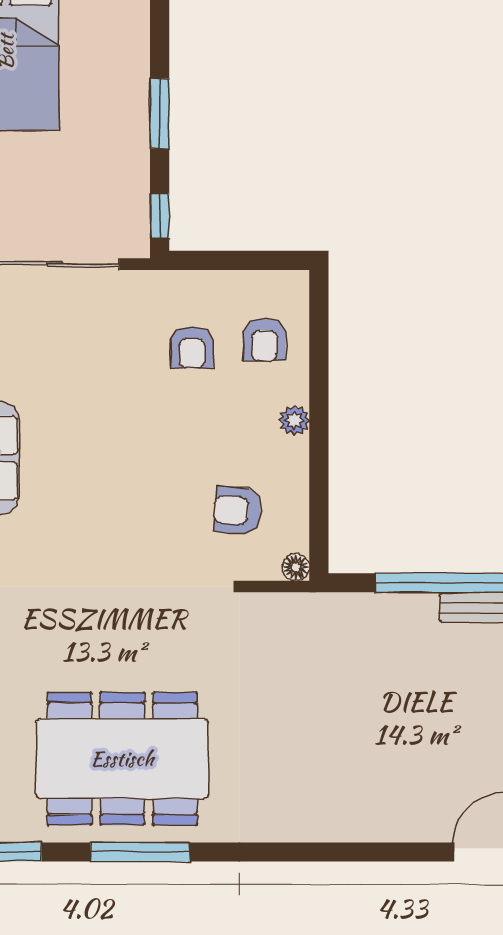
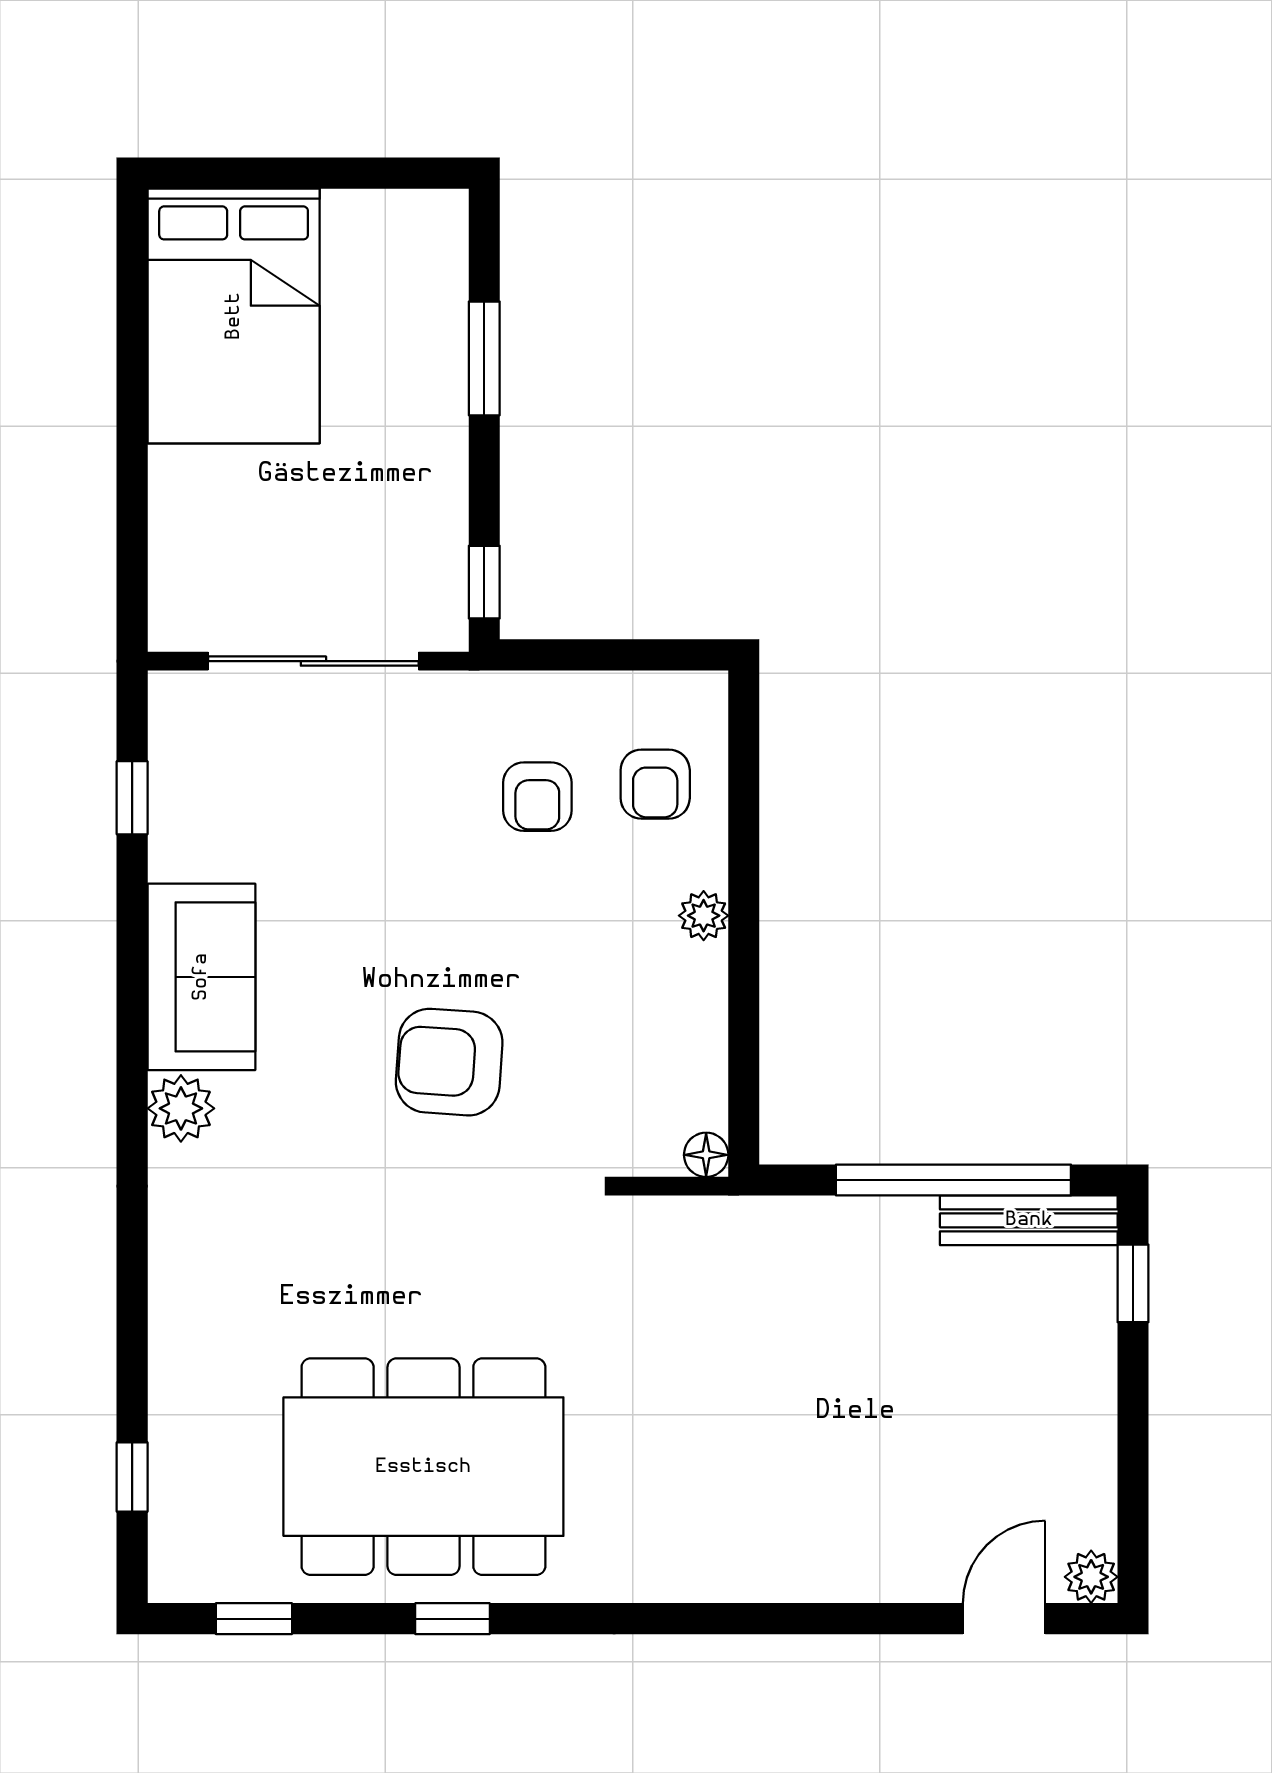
window: (160, 114) -> (484, 358), moved
armchair: (238, 511) -> (449, 1062), moved, width x1.38, depth x1.38
window: (140, 852) -> (453, 1619), width x0.46

